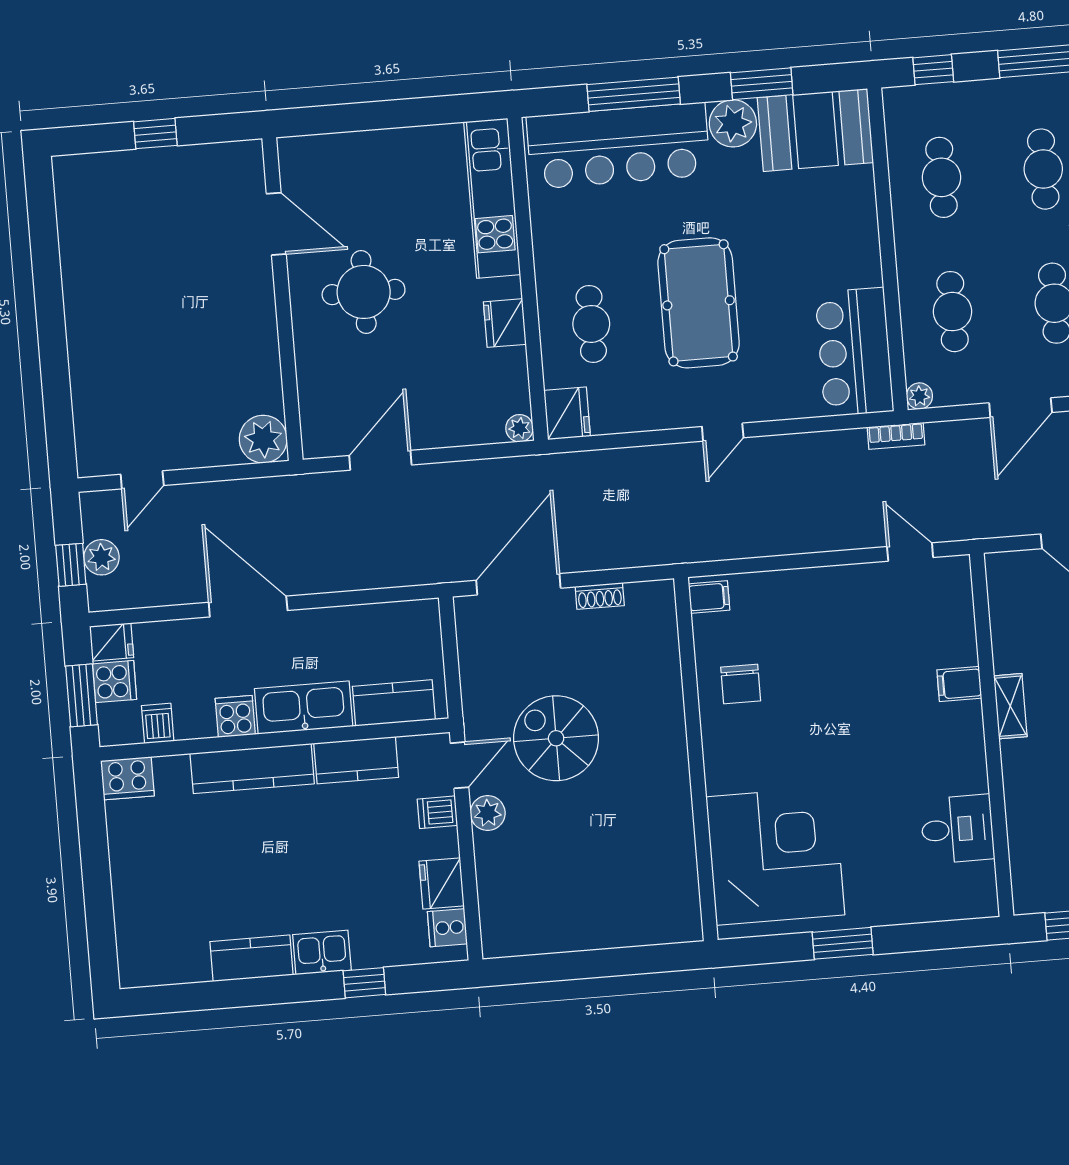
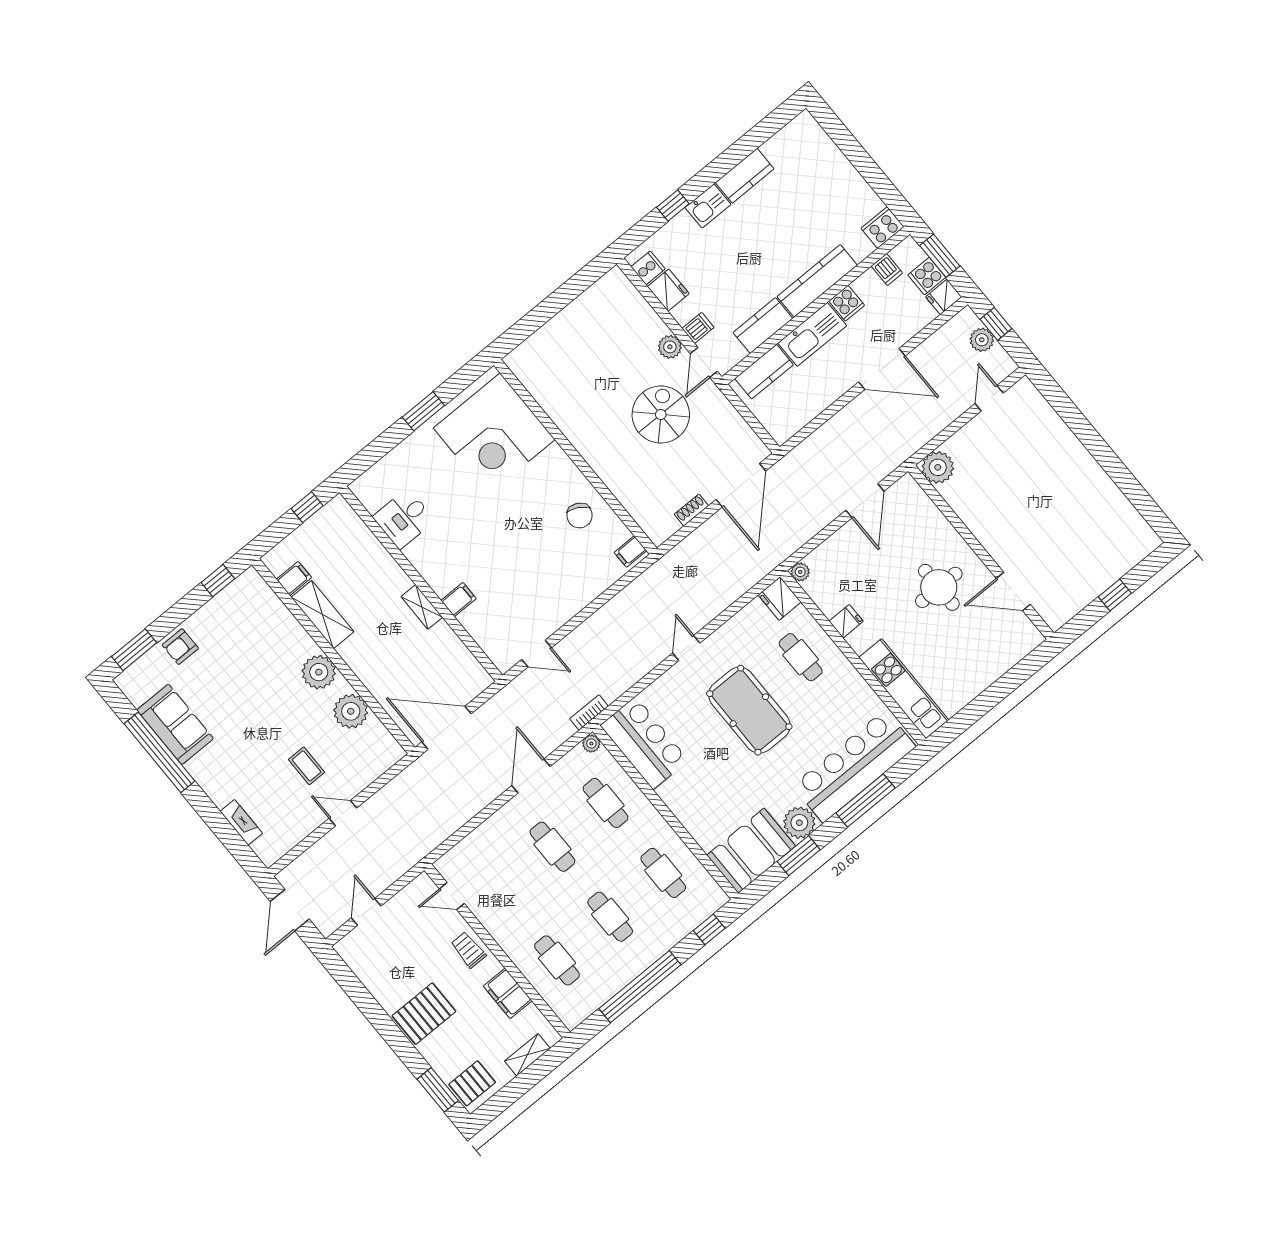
fridge: (505, 323) -> (846, 621), width x0.72
chair: (741, 684) -> (580, 515), turned -151
spiral stairs: (556, 738) -> (661, 414), turned -90

